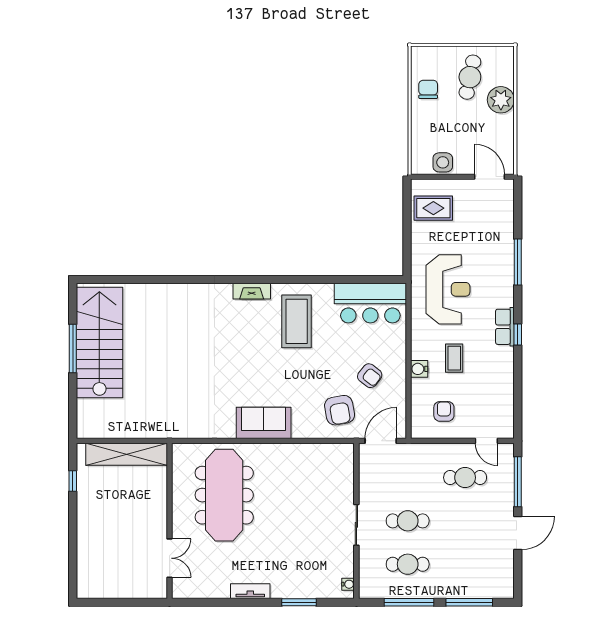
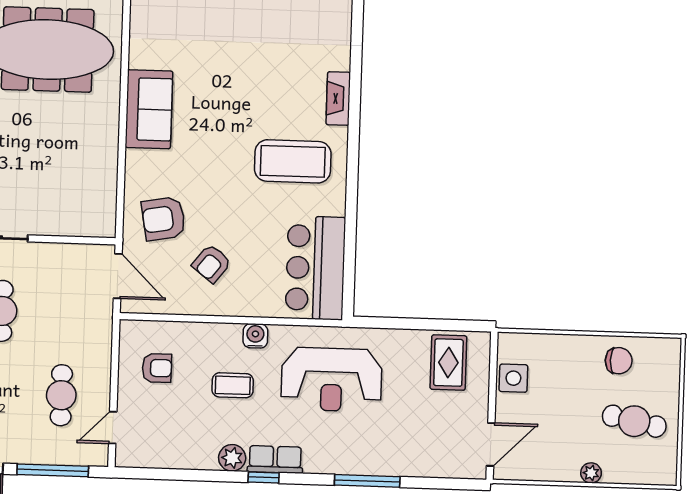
plant: (501, 100) -> (591, 473), width x0.53, depth x0.53
plant: (505, 357) -> (232, 458), added
water cooler: (419, 369) -> (255, 336), moved

